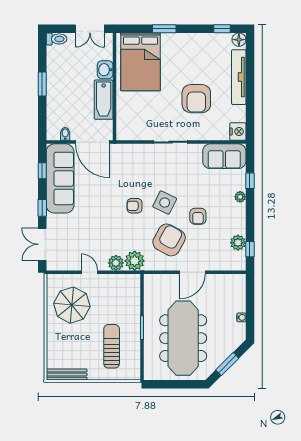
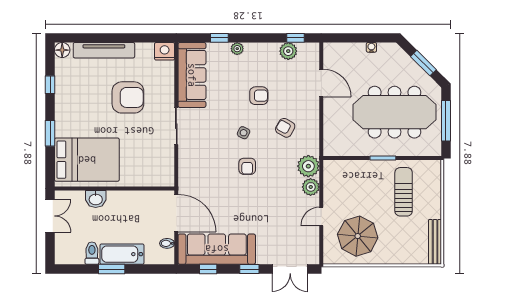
window: (222, 29) -> (50, 85), moved
toilet: (56, 39) -> (92, 253), moved
bathtub: (104, 100) -> (122, 254), moved, turned 180
door: (92, 142) -> (176, 213), hinge flipped
sofa: (224, 156) -> (192, 75), width x1.36
side table: (165, 203) -> (244, 133), width x0.54, depth x0.54
armchair: (169, 240) -> (285, 128), width x0.53, depth x0.53
door: (192, 272) -> (321, 83), moved
sun lounger: (112, 346) -> (404, 192), turned 90
window: (175, 384) -> (446, 121), added

